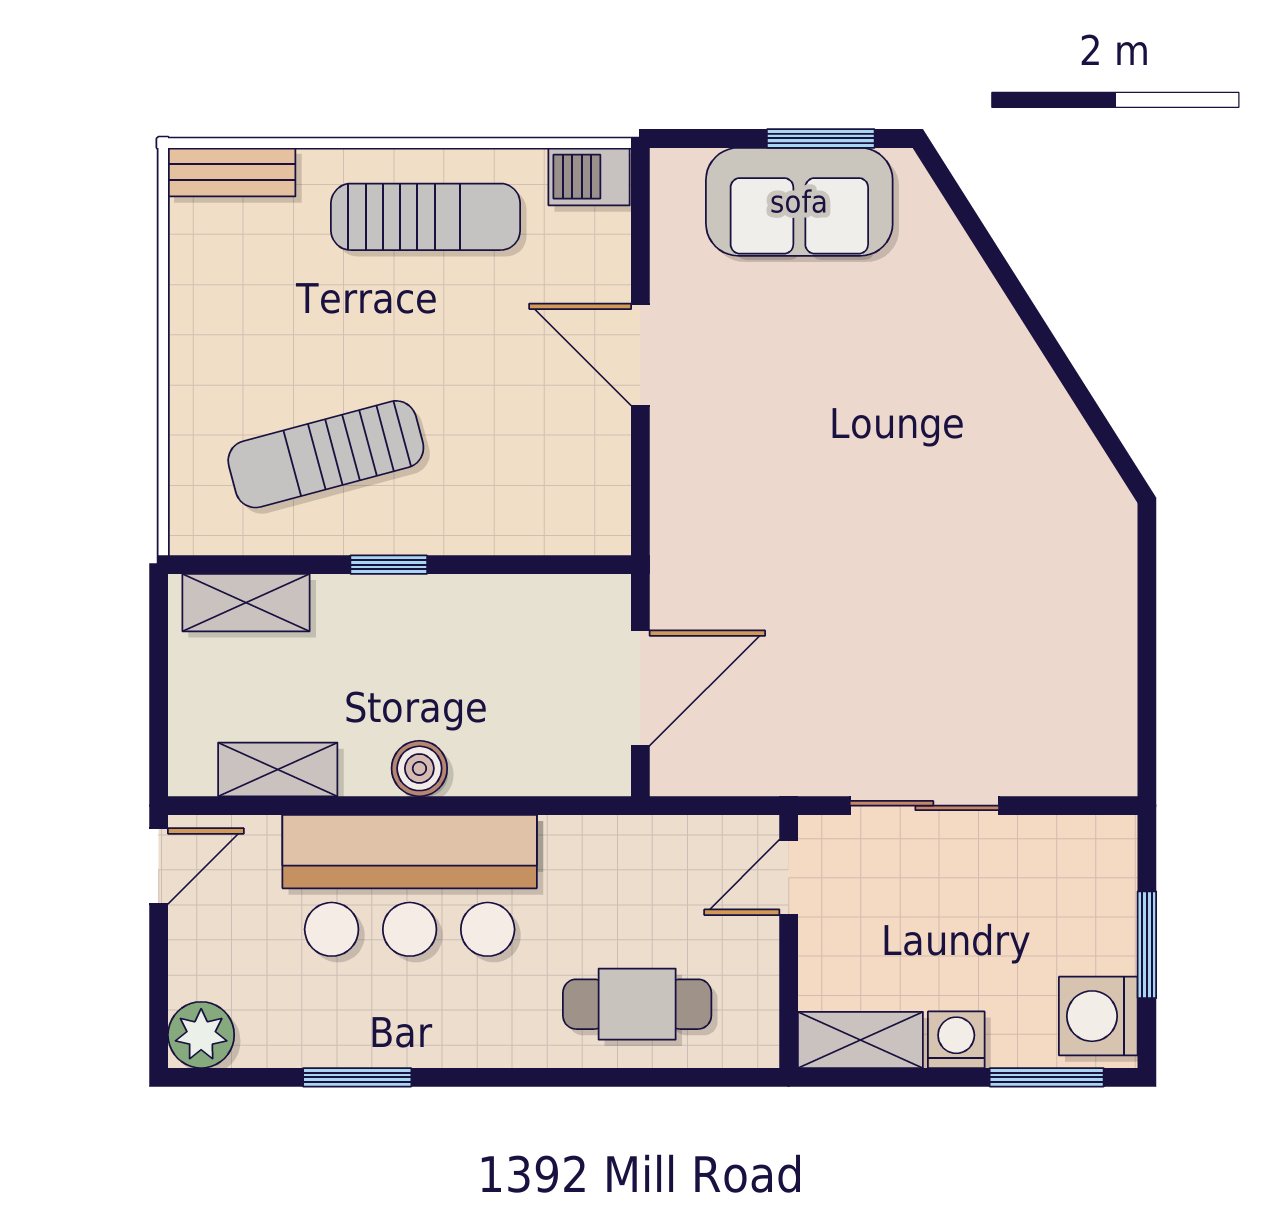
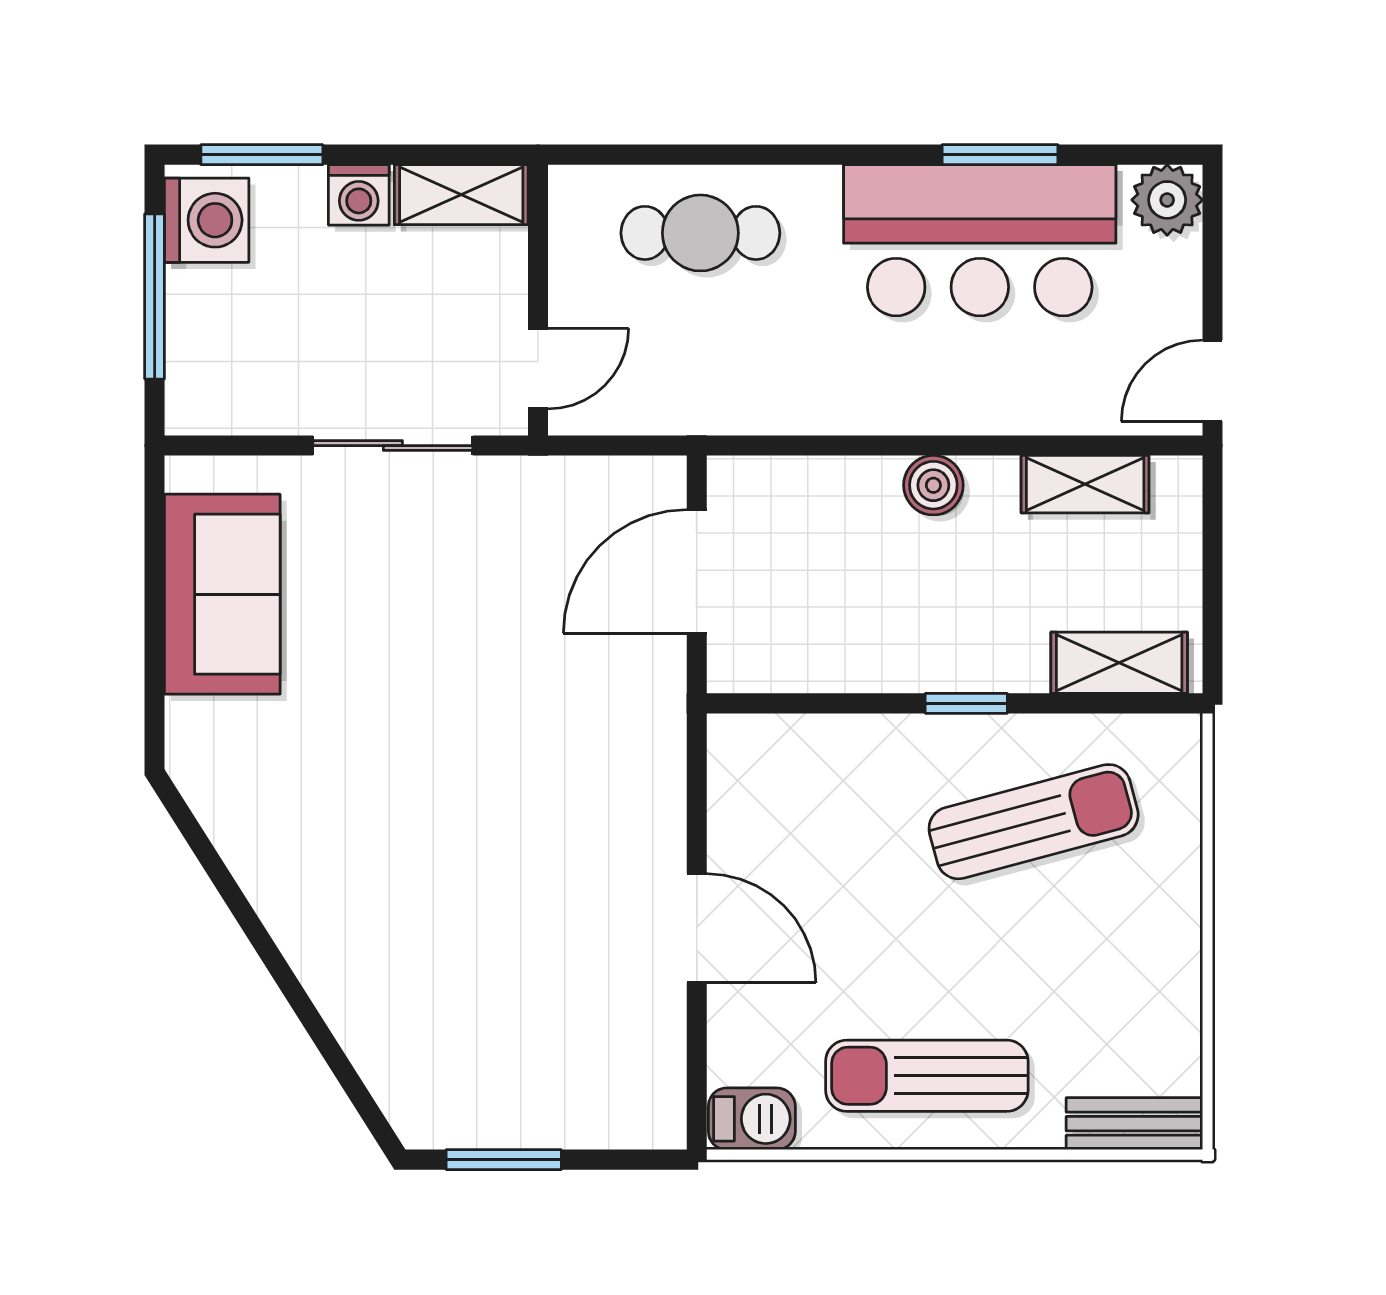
sofa: (799, 202) -> (222, 594), moved, turned 90
bar counter: (410, 886) -> (980, 240), moved, turned 180
window: (1147, 945) -> (155, 296), width x1.44

